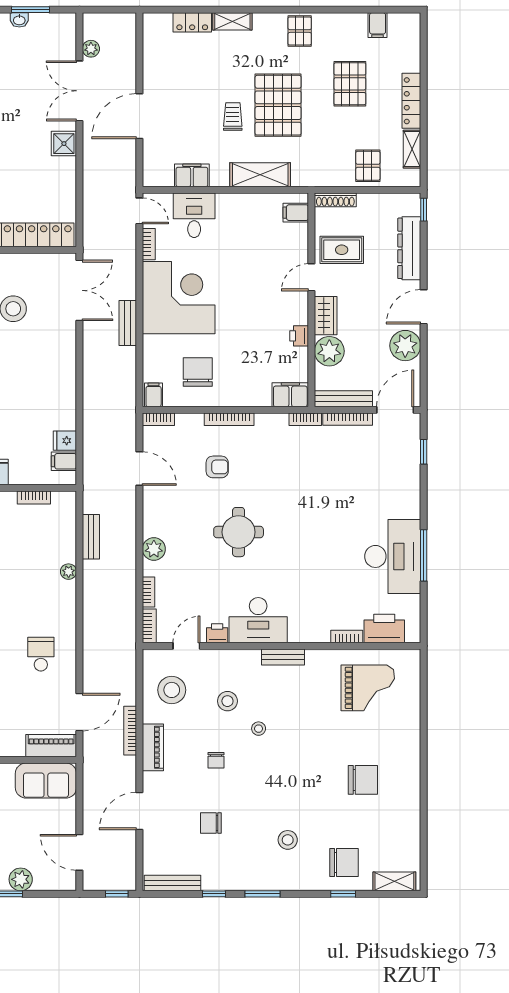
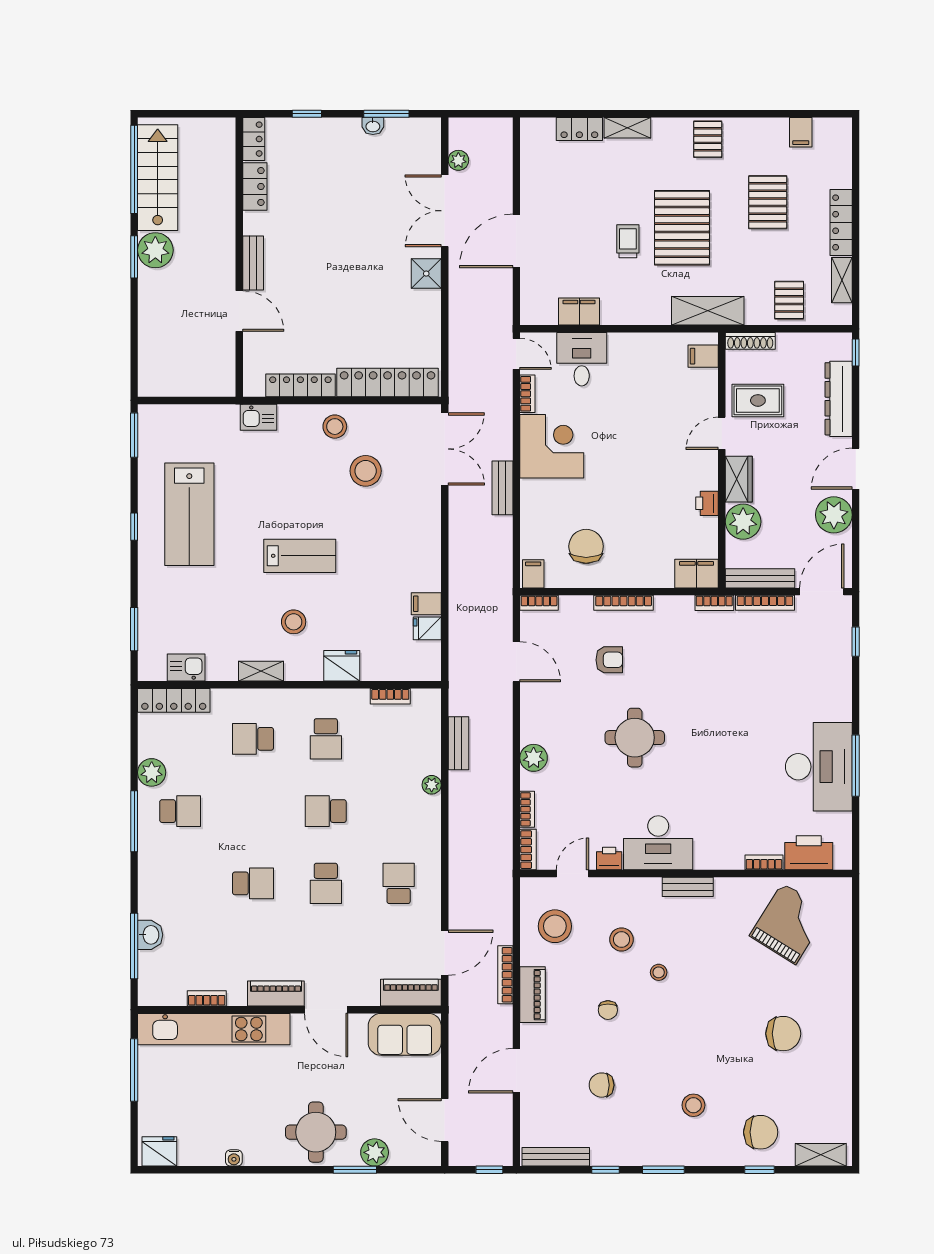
shelving: (260, 175) -> (708, 311), moved
corner desk: (179, 298) -> (552, 446), width x0.74, depth x0.74
filing cabinet: (64, 461) -> (426, 604), moved
grand piano: (368, 688) -> (789, 924), turned -58

